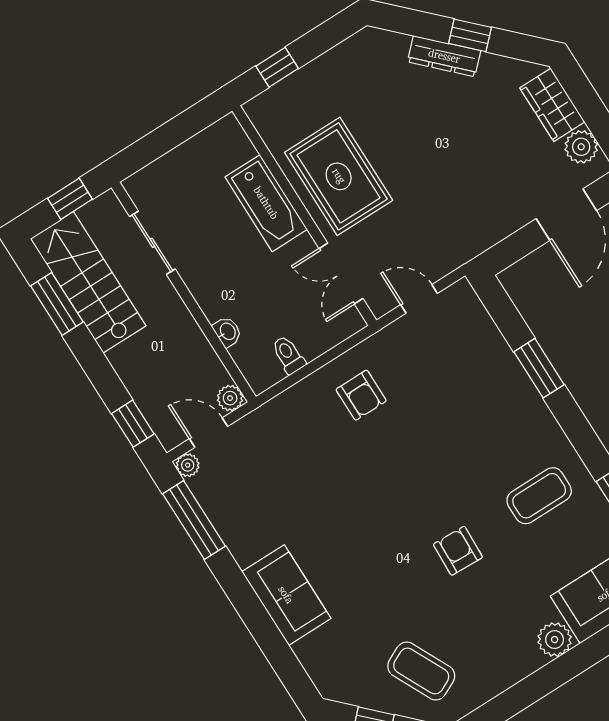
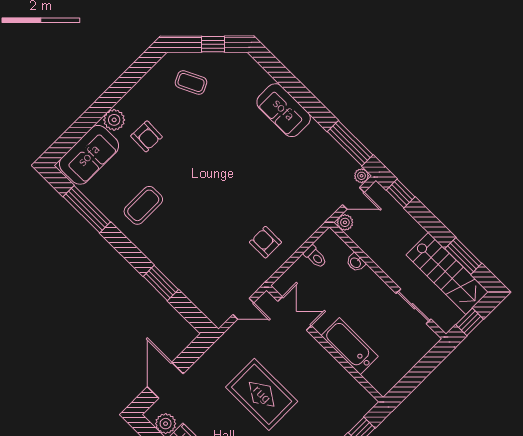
rug: (339, 176) -> (262, 394), moved
armchair: (458, 551) -> (147, 136), moved
coffee table: (421, 671) -> (191, 82), width x0.73, depth x0.77

